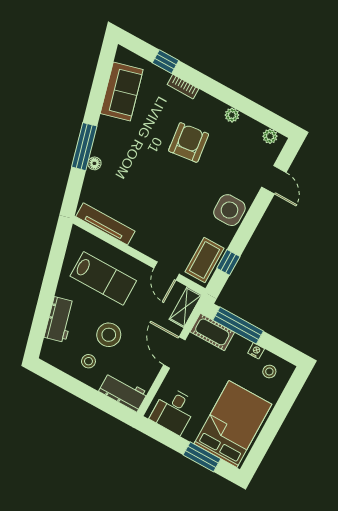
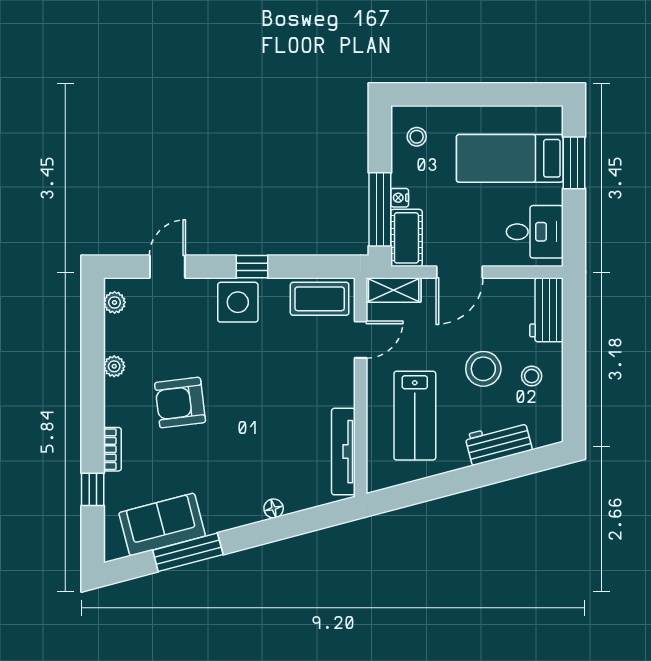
window: (84, 147) -> (188, 552), moved
window: (228, 262) -> (252, 267), moved
lab bench: (103, 278) -> (415, 416), turned 180
nightstand: (256, 351) -> (400, 198), moved
bed: (233, 424) -> (510, 158), width x0.67

